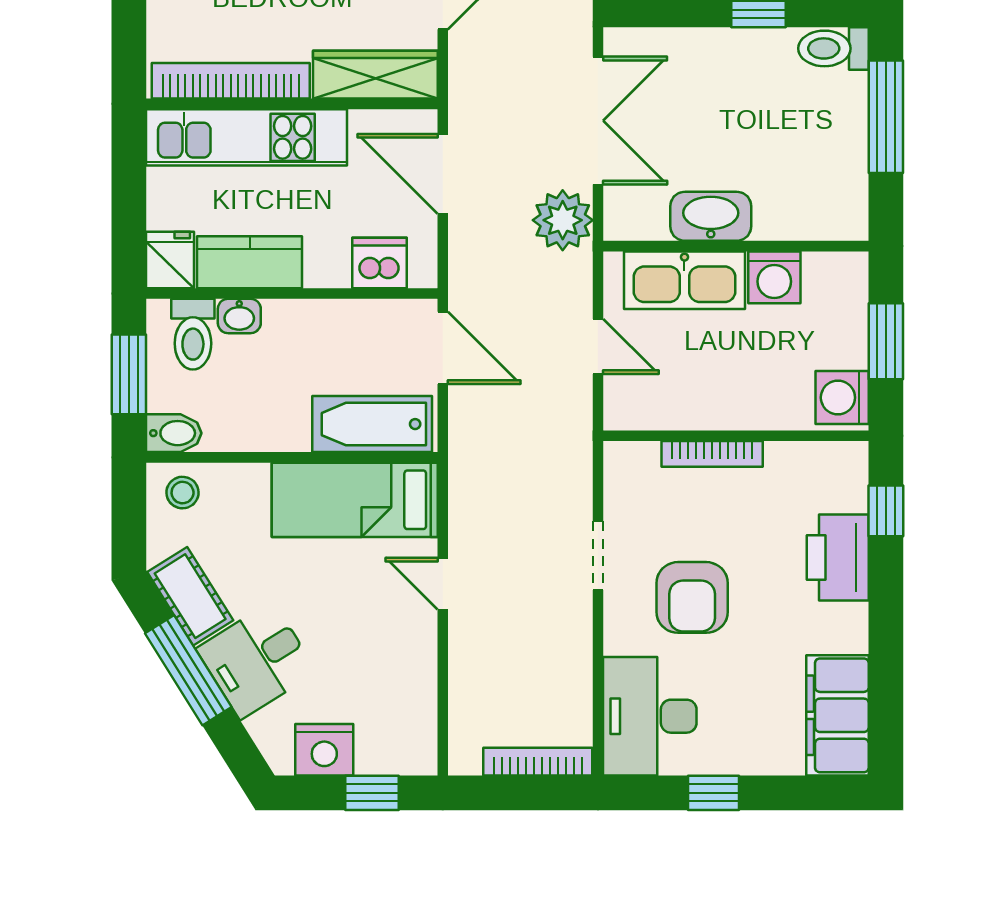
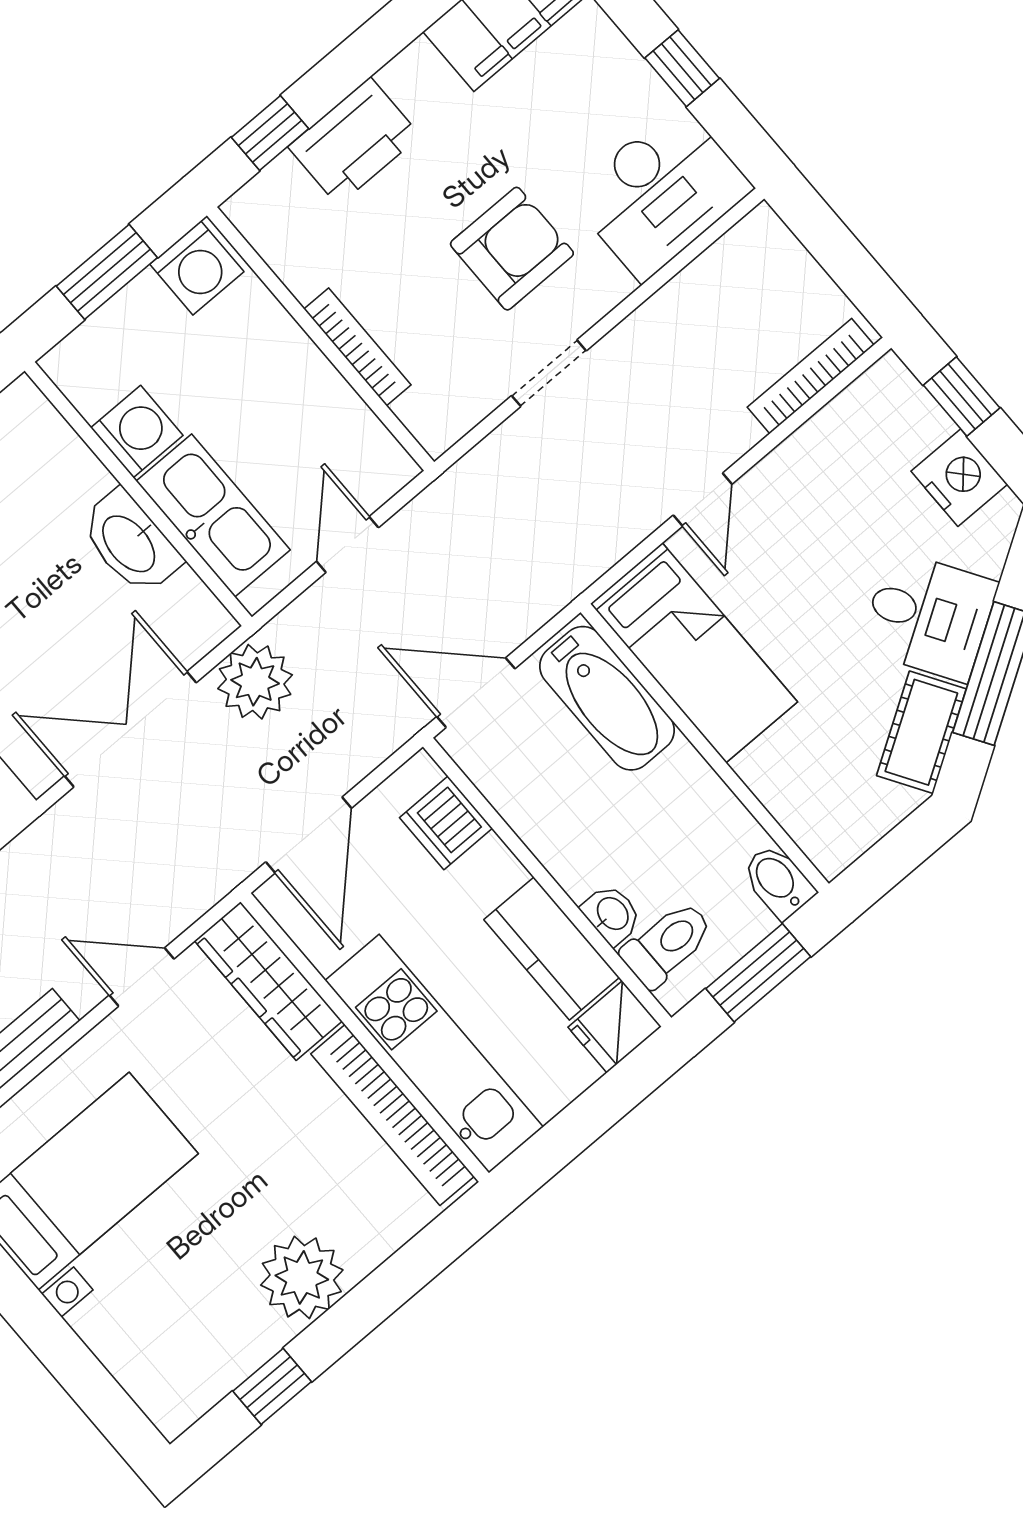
door: (443, 348) -> (476, 693), hinge flipped
stool: (183, 493) -> (828, 824), removed
bookcase: (538, 762) -> (811, 376), moved, turned 90

